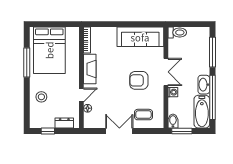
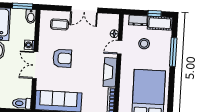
window: (27, 62) -> (173, 52), moved
stool: (41, 97) -> (144, 44), moved
cot: (42, 122) -> (160, 23), added

